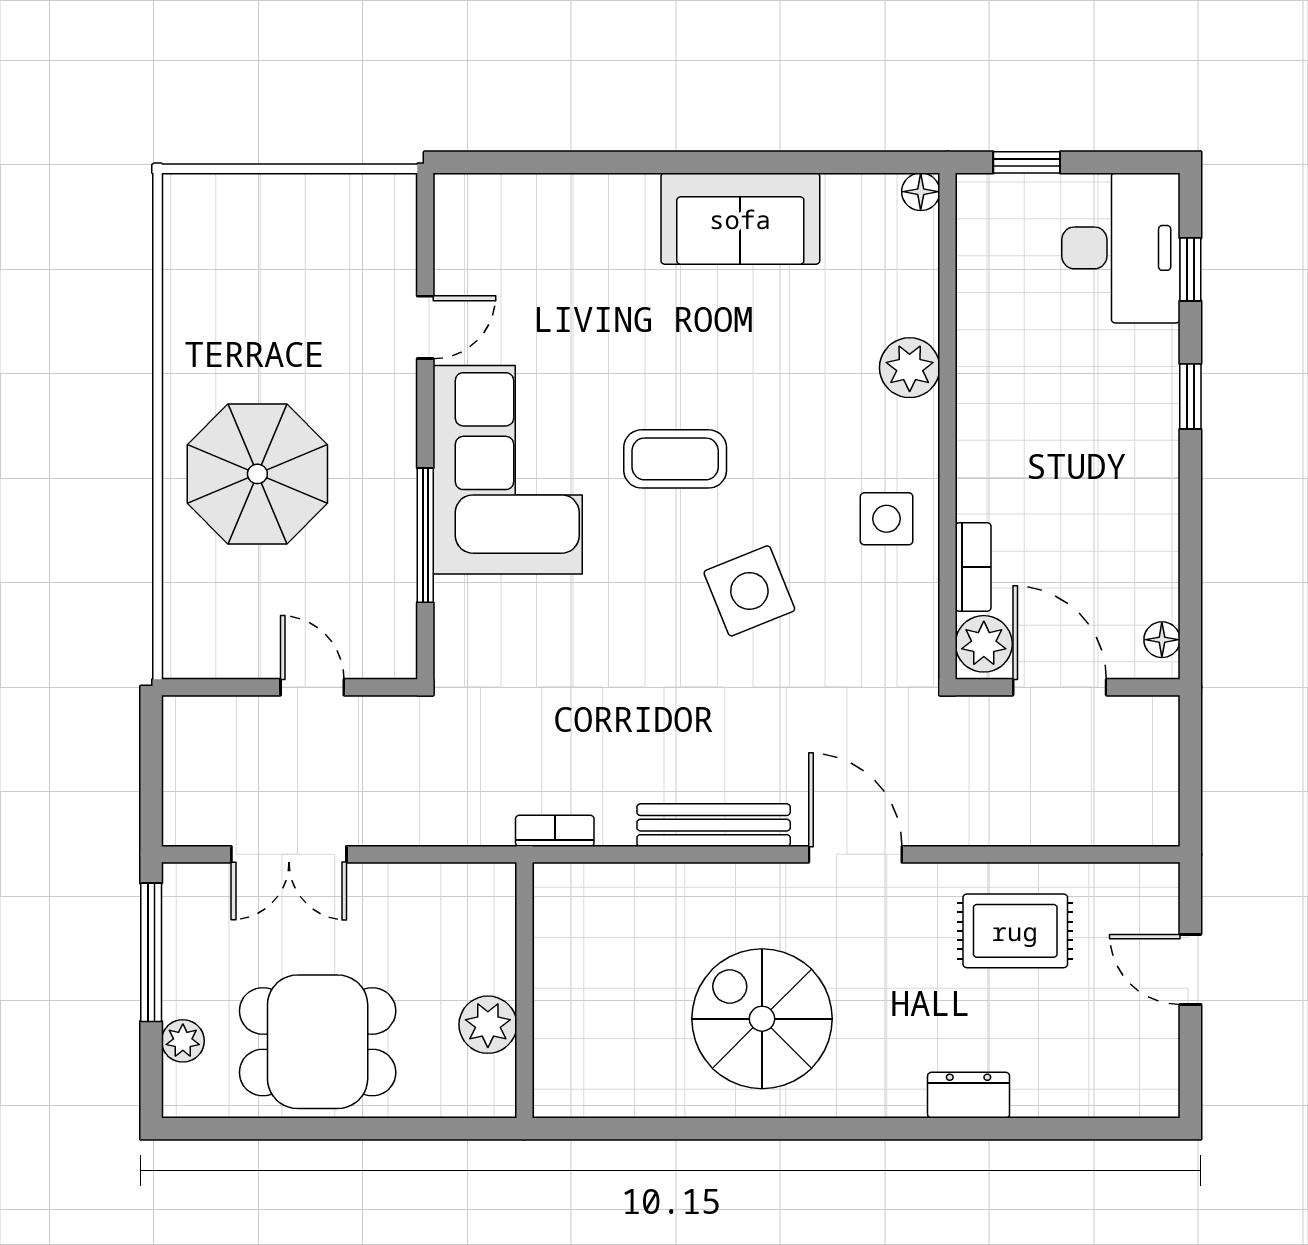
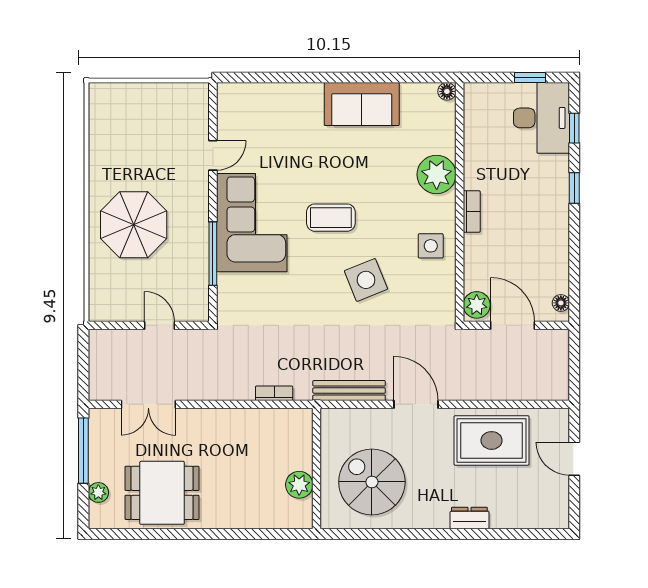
window: (1027, 162) -> (530, 77), moved
plant: (910, 368) -> (437, 174), width x1.36, depth x1.36
bookcase: (973, 567) -> (472, 211), moved
rug: (1015, 931) -> (492, 440), width x1.36, depth x1.43
wall: (524, 990) -> (316, 468), moved
plant: (488, 1025) -> (299, 485), moved

